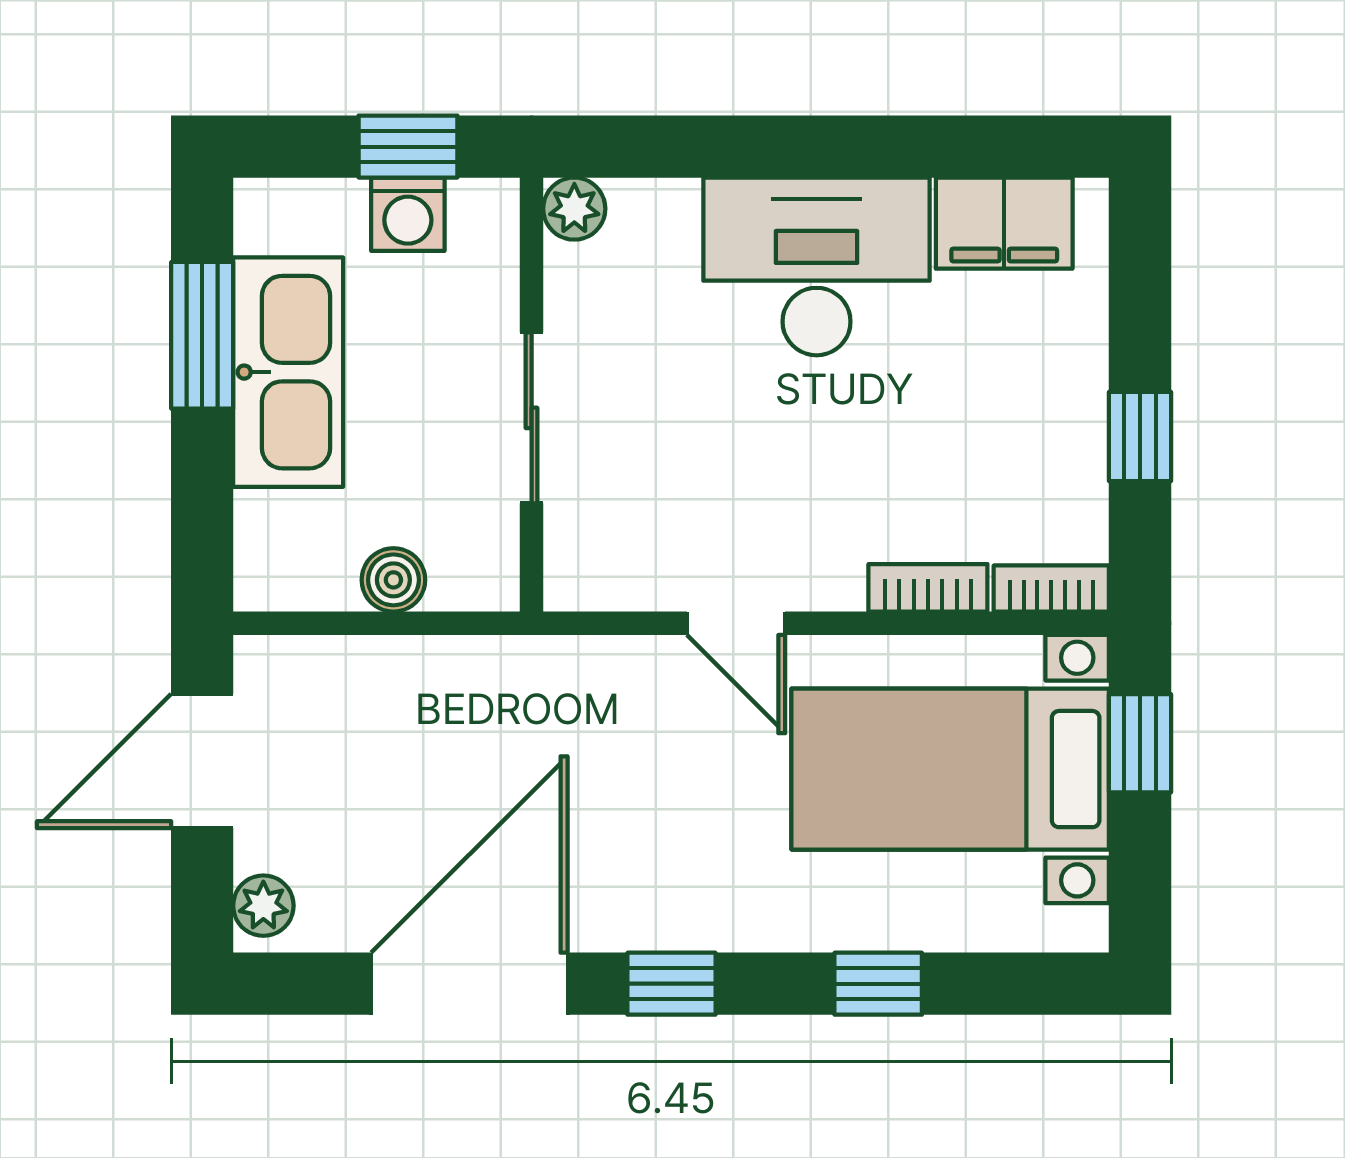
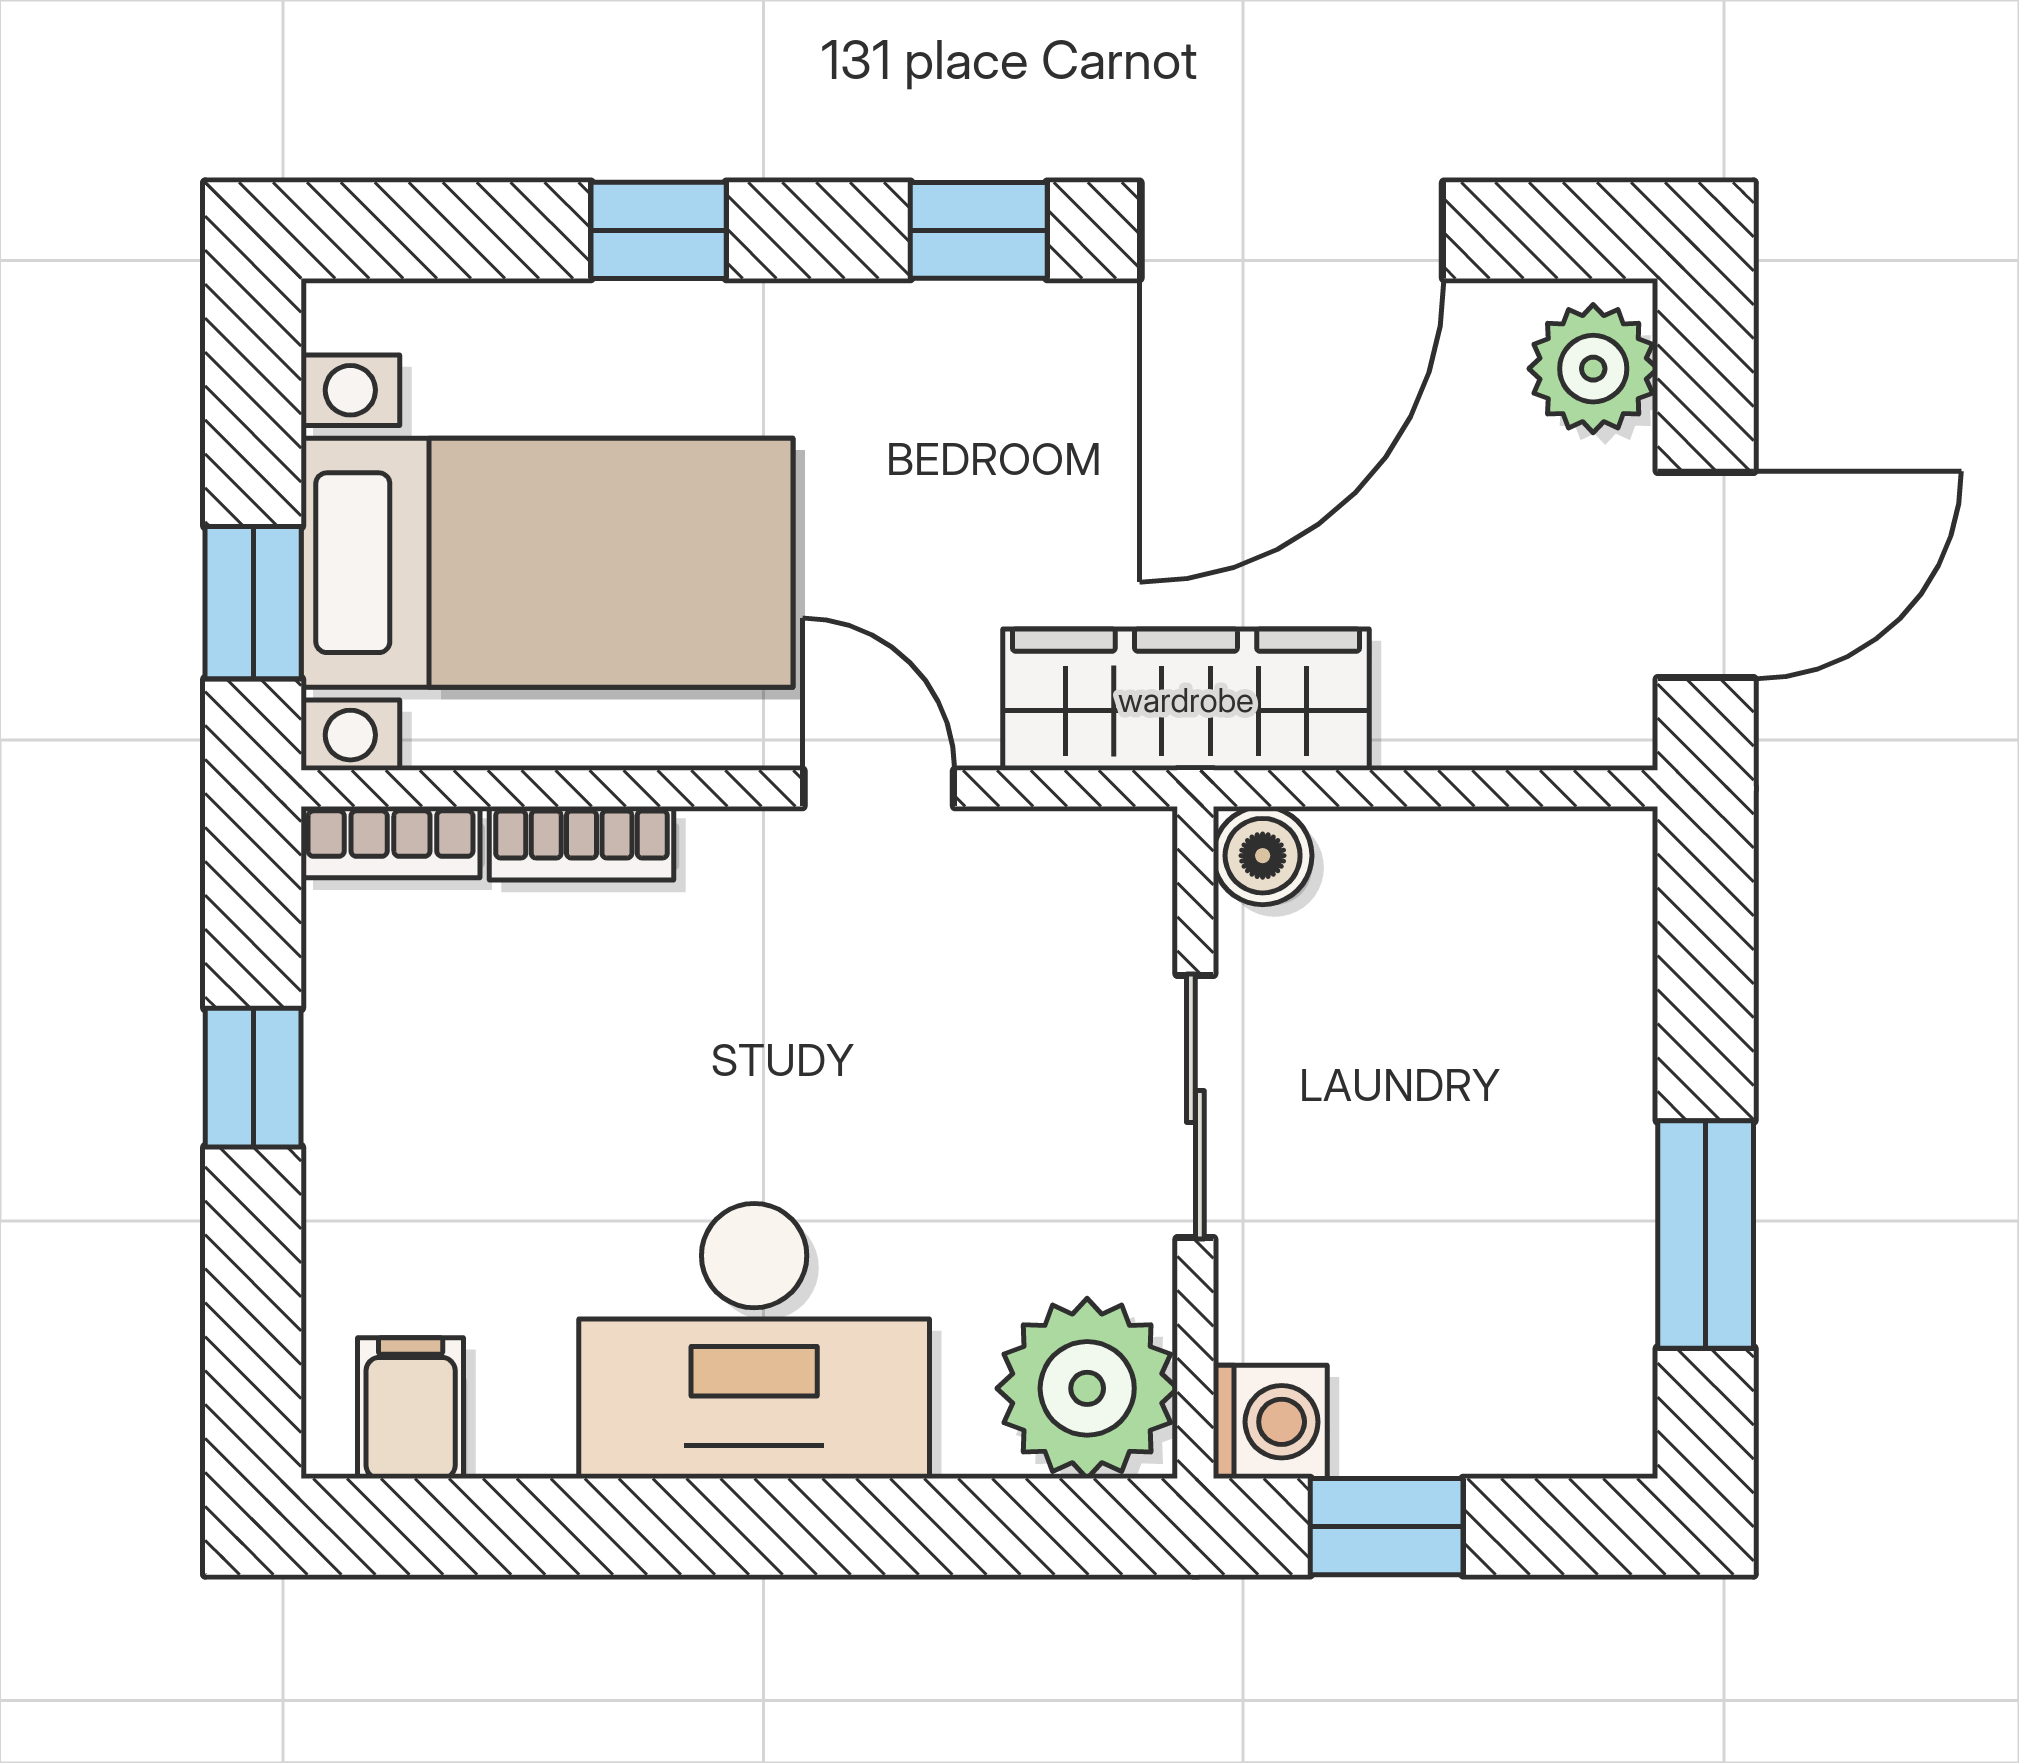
plant: (574, 209) -> (1087, 1388), width x1.87, depth x1.87
washing machine: (408, 214) -> (1270, 1422), moved, turned 90
filing cabinet: (1004, 223) -> (411, 1408), width x0.50
kitchen sink: (288, 372) -> (1572, 1177), removed
boiler: (393, 580) -> (1263, 856), moved
wardrobe: (538, 681) -> (1186, 700), added
plant: (263, 906) -> (1593, 369), width x1.38, depth x1.38

